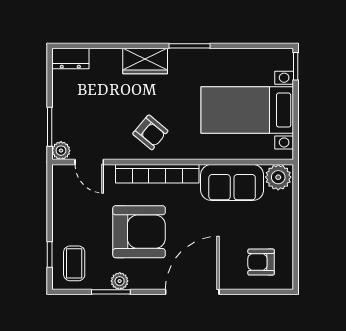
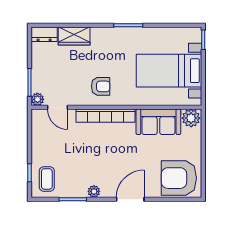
wardrobe: (145, 61) -> (74, 36), moved
armchair: (150, 132) -> (101, 86), turned -40
armchair: (139, 232) -> (93, 157), removed
armchair: (261, 262) -> (179, 178), width x1.88, depth x1.88
plant: (120, 281) -> (94, 191), moved
door: (192, 292) -> (130, 199), width x0.73

